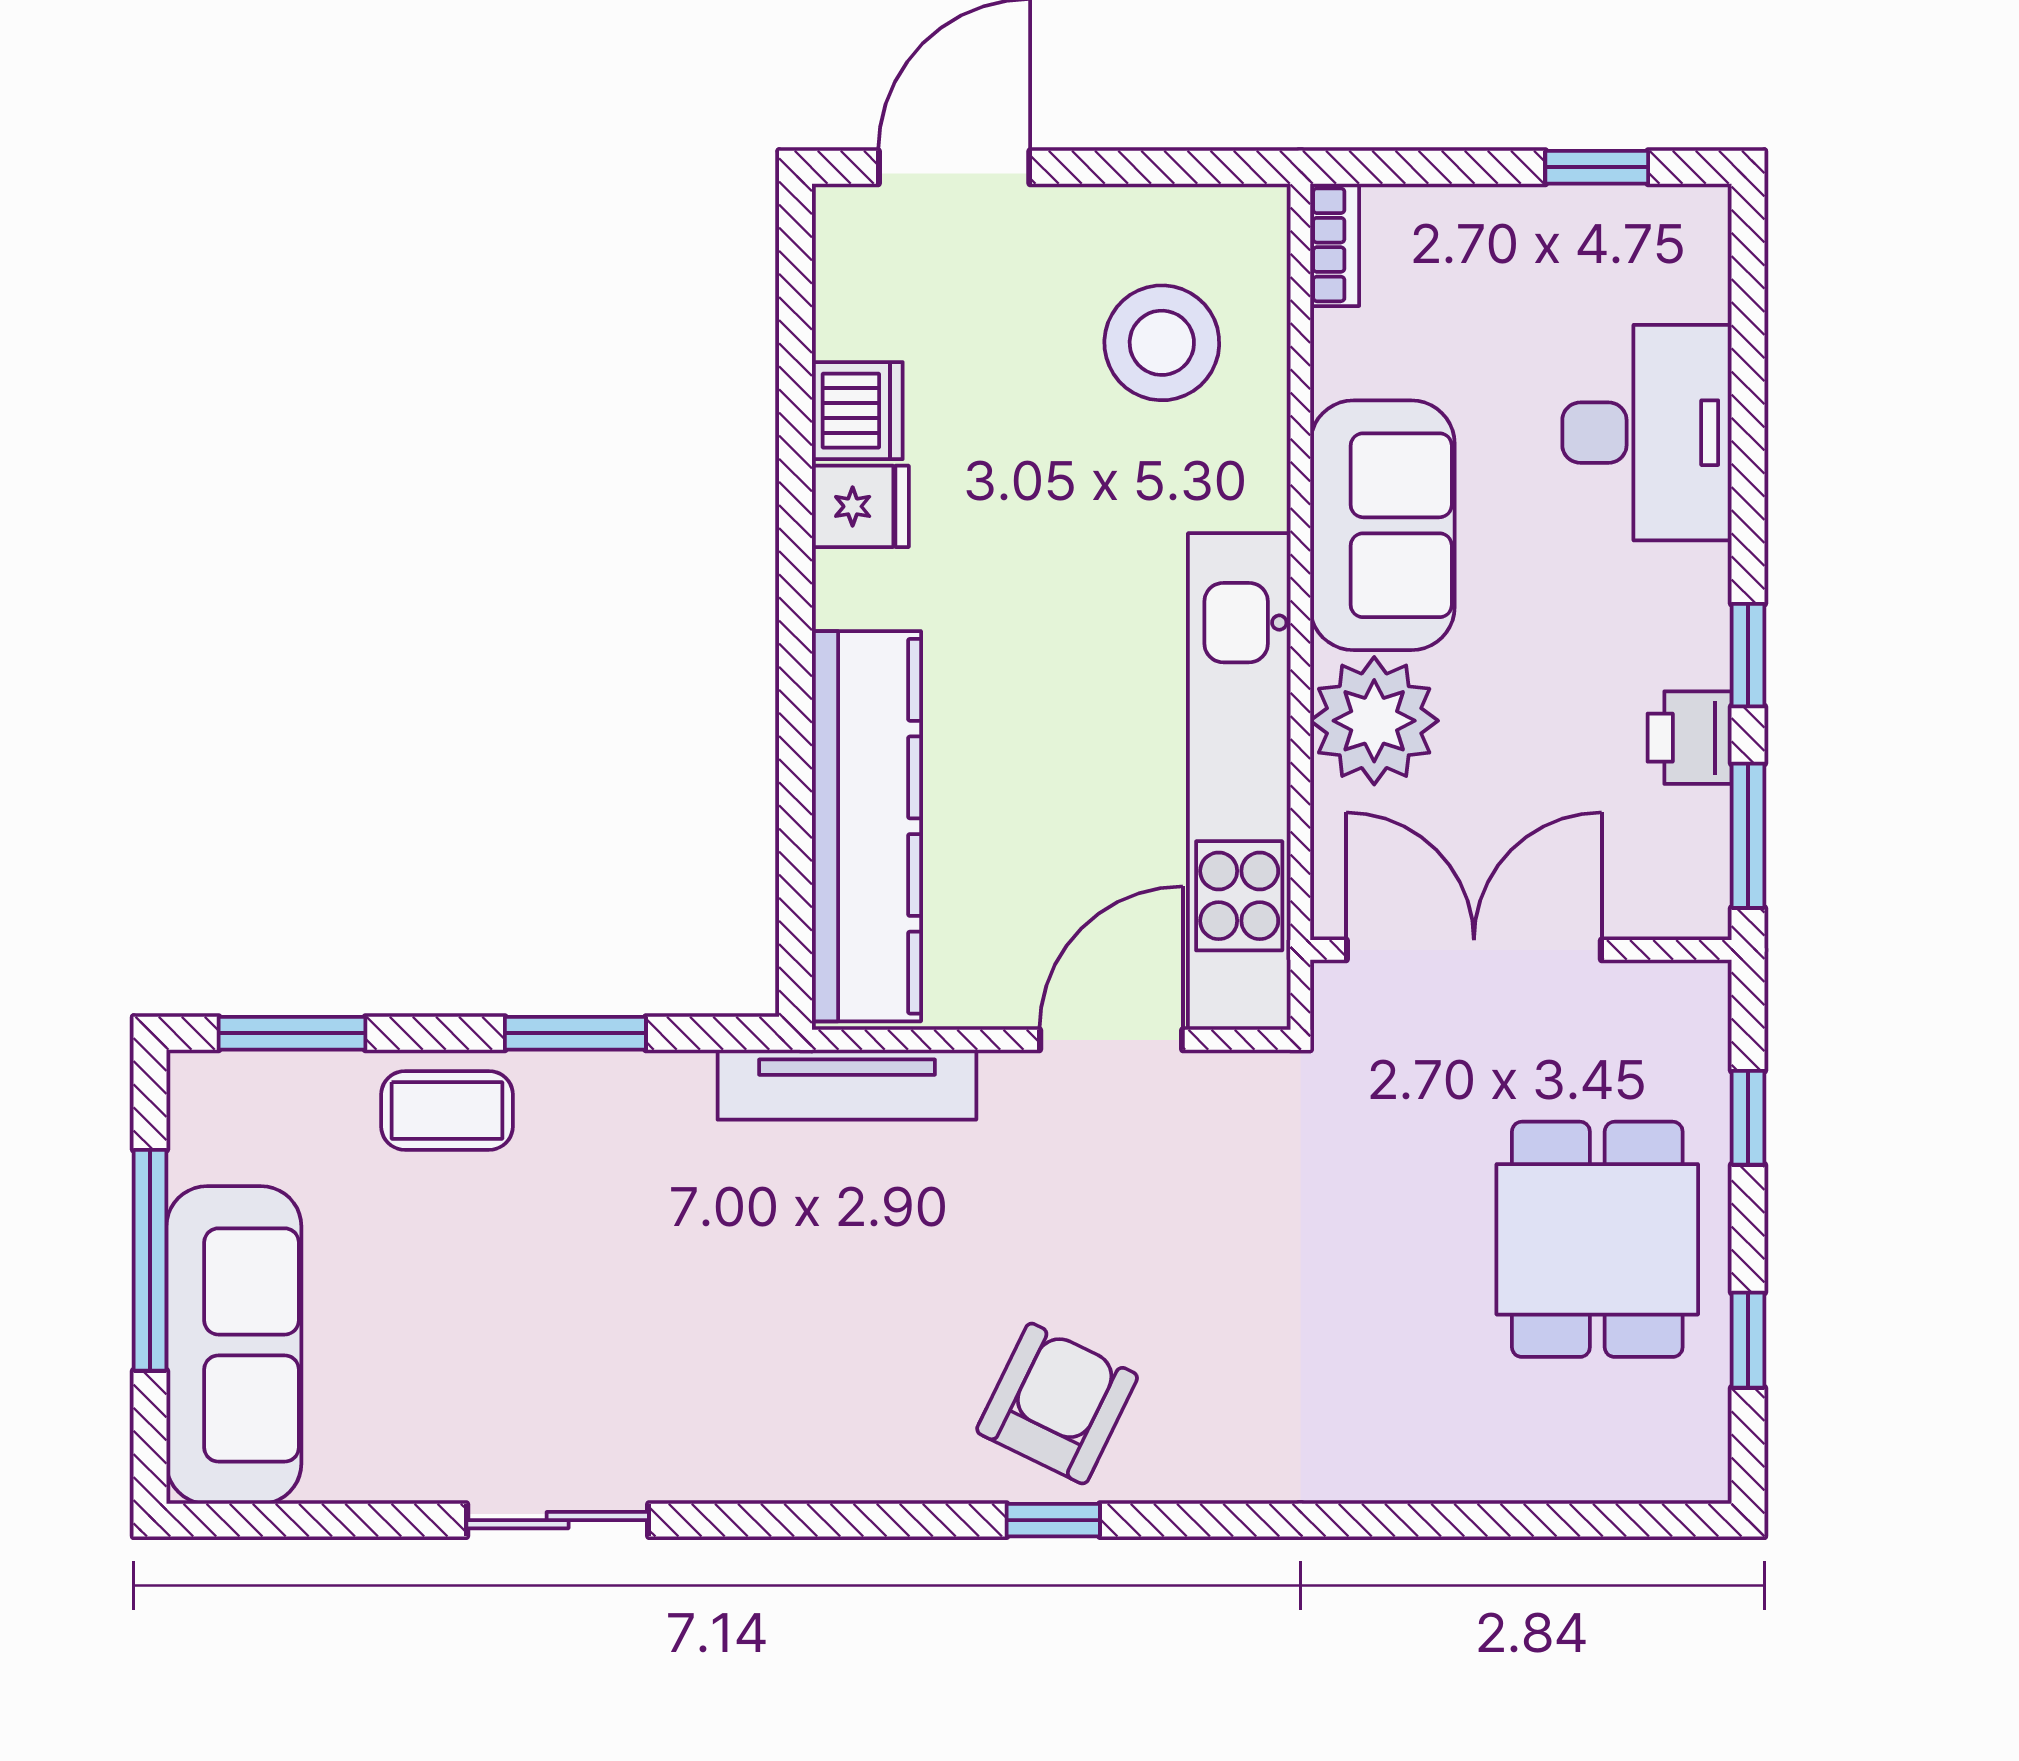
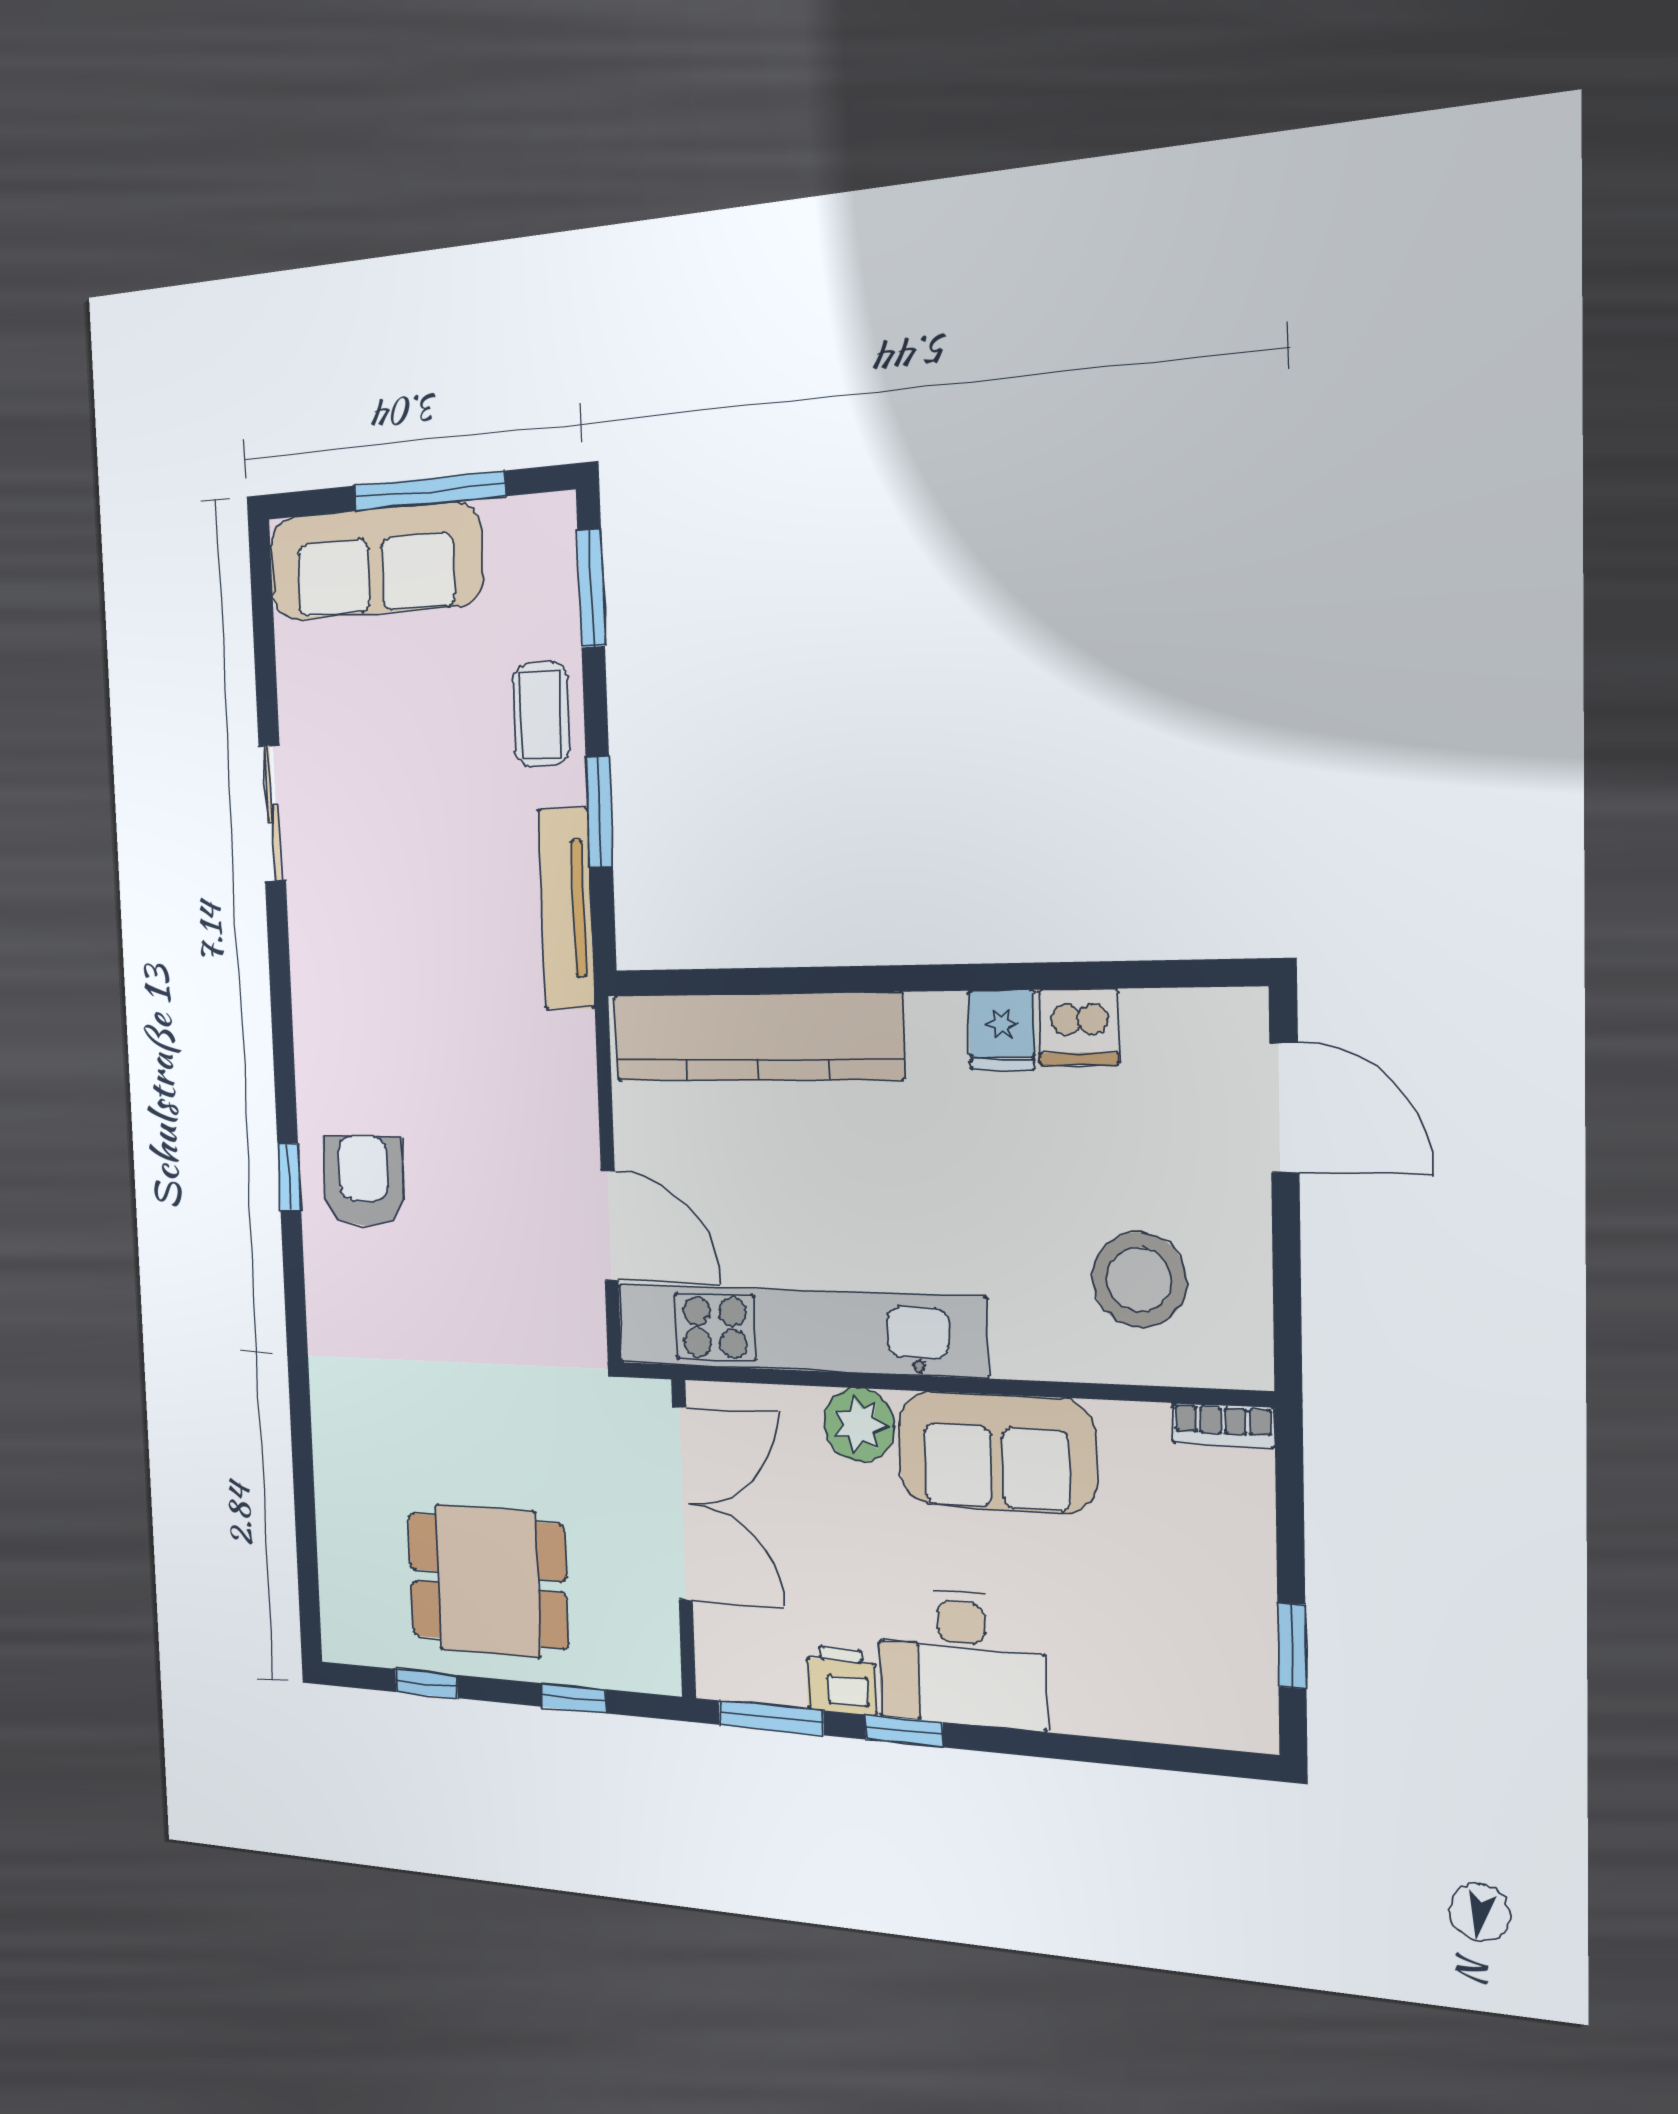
desk: (1647, 433) -> (962, 1658), moved
plant: (1374, 721) -> (859, 1425), width x0.73, depth x0.73
tv unit: (847, 1085) -> (567, 909), moved
armchair: (1057, 1404) -> (364, 1181), turned -116

